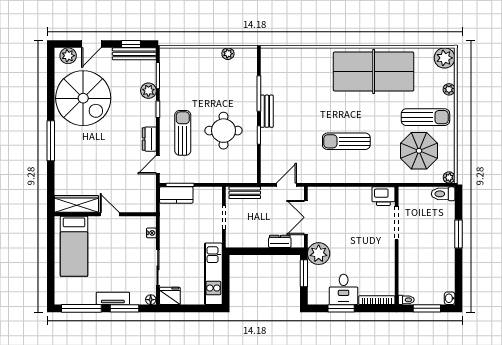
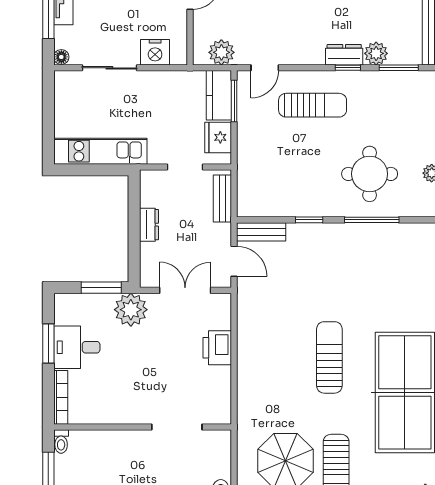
bench: (267, 111) -> (261, 232), moved
round table: (224, 131) -> (370, 174), moved
dresser: (149, 139) -> (344, 55), moved
sun lounger: (346, 141) -> (329, 357), moved
door: (158, 165) -> (265, 68), swing flipped
plant: (148, 193) -> (221, 52), added
printer: (383, 196) -> (217, 348), moved
nightstand: (151, 233) -> (155, 52), width x1.89, depth x1.79
dresser: (280, 241) -> (149, 225), moved
fridge: (170, 296) -> (218, 137), moved, turned 180

